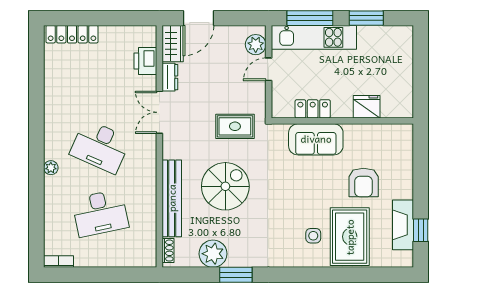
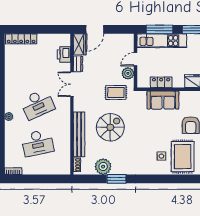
plant: (256, 45) -> (128, 73), moved
desk: (100, 146) -> (37, 104), turned -48

